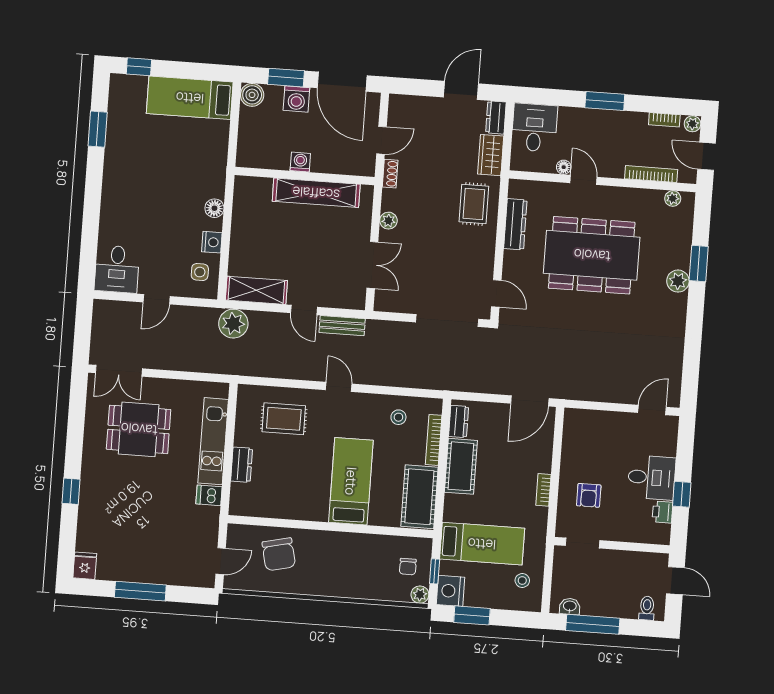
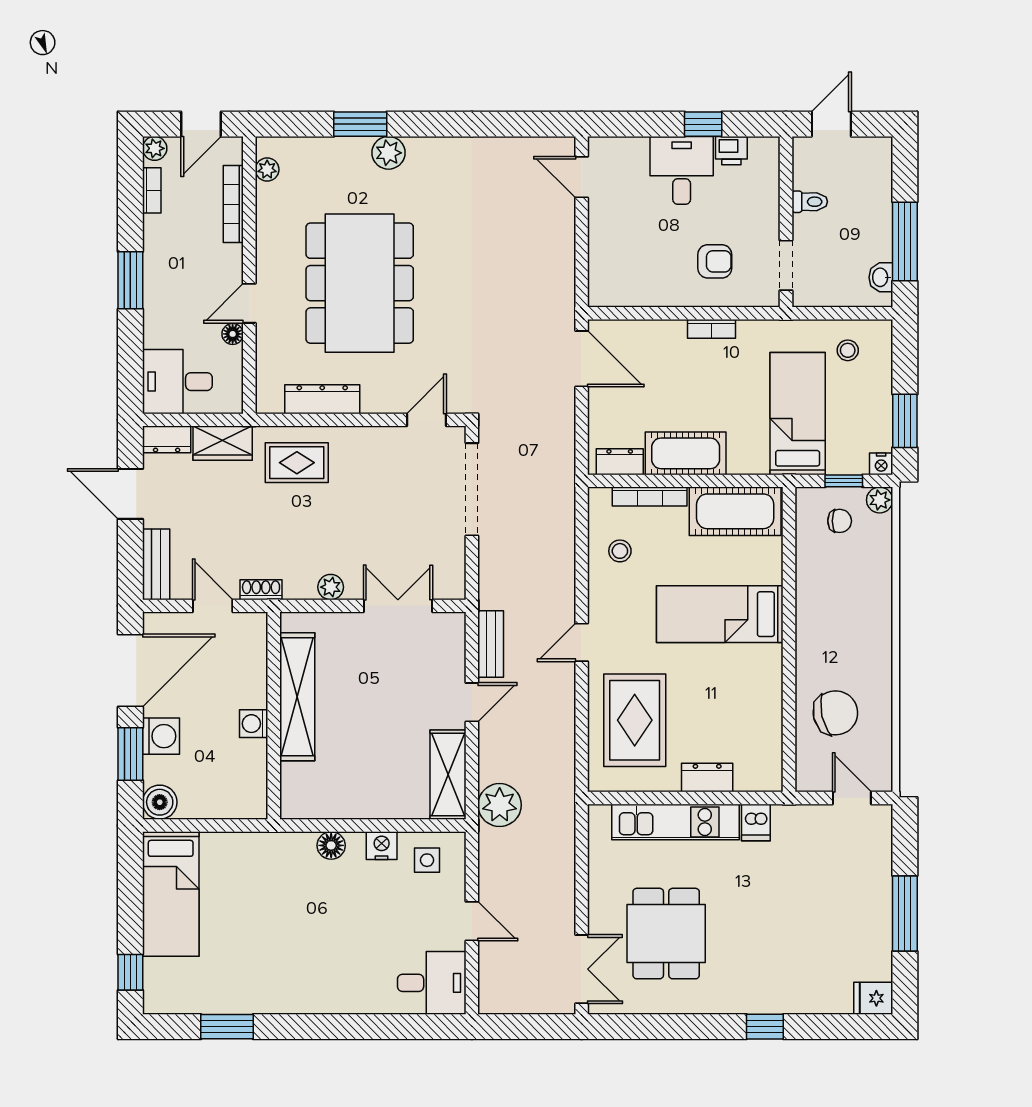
bench: (412, 104) -> (156, 564), added
rug: (284, 419) -> (635, 720), width x1.36, depth x1.43
nightstand: (450, 591) -> (881, 464), width x0.53, depth x0.56
toilet: (647, 608) -> (810, 202), moved, turned 180

